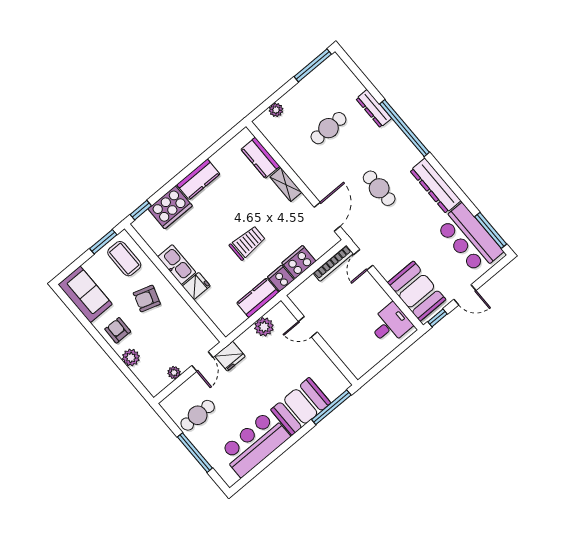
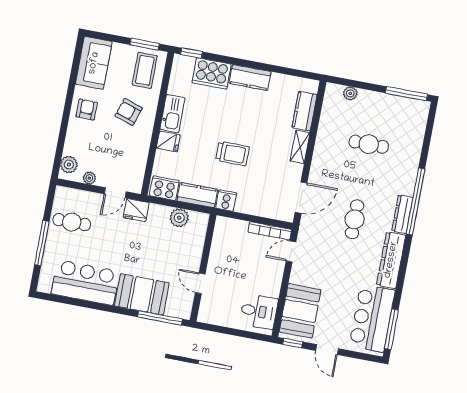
dresser: (374, 109) -> (402, 214), moved
cooker: (299, 262) -> (164, 188), moved
door: (308, 327) -> (200, 283), moved
plant: (131, 358) -> (69, 165), moved

